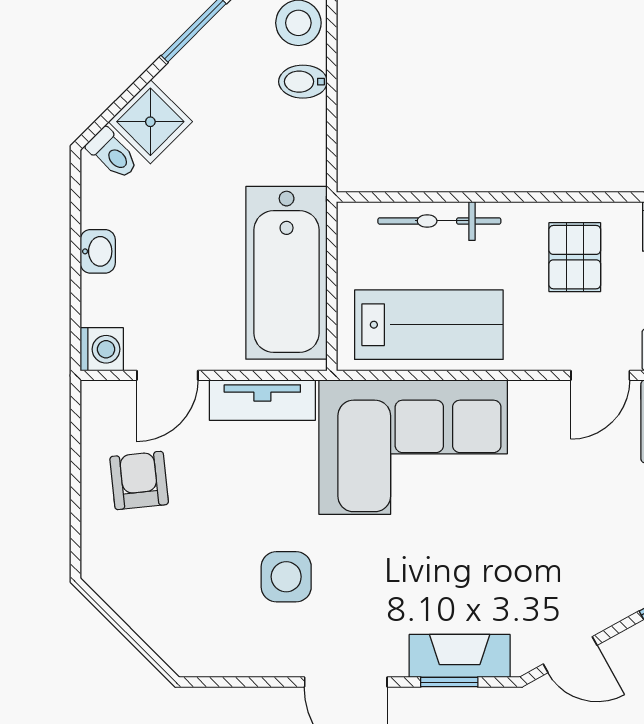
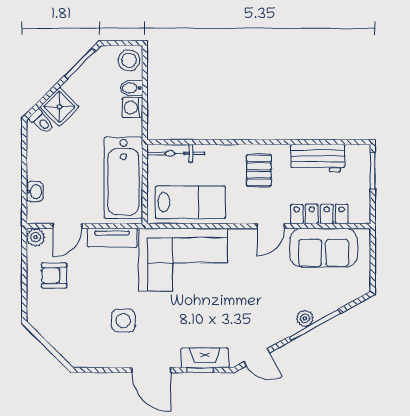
bicycle: (439, 221) -> (176, 153), moved
washbasin: (98, 251) -> (35, 192), moved
washing machine: (102, 349) -> (132, 108), moved, turned 180
plant: (99, 399) -> (35, 237), added
armchair: (139, 480) -> (54, 275), turned -84

